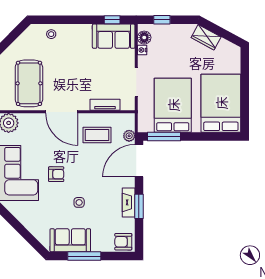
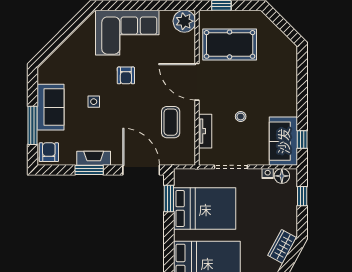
stool: (51, 34) -> (241, 117), moved
door: (62, 112) -> (197, 82), hinge flipped
plant: (129, 136) -> (170, 159), removed
window: (164, 137) -> (169, 198), width x0.69
sofa: (70, 240) -> (51, 107), moved
window: (84, 256) -> (32, 125), moved

